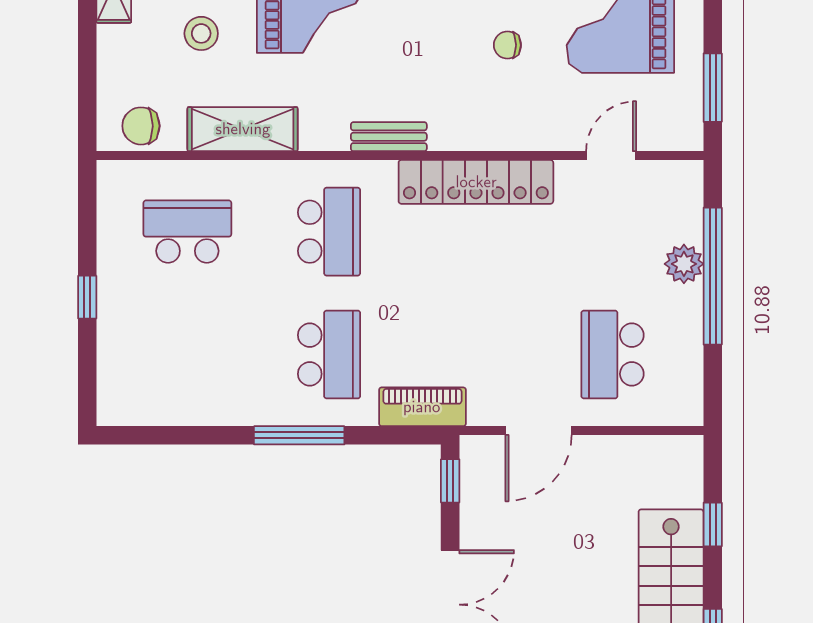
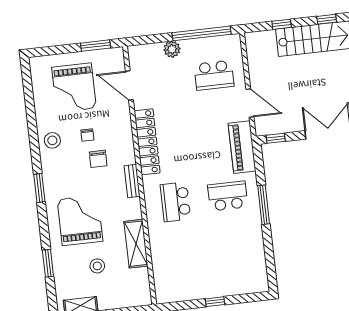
chair: (141, 126) -> (98, 159), moved
door: (611, 156) -> (129, 85), width x1.38
school desk: (187, 232) -> (182, 262), removed
school desk: (329, 232) -> (175, 202), turned -90
window: (713, 276) -> (202, 33), moved
piano: (422, 407) -> (242, 147), width x1.37, depth x1.33

